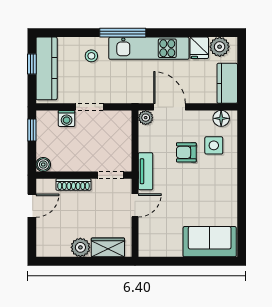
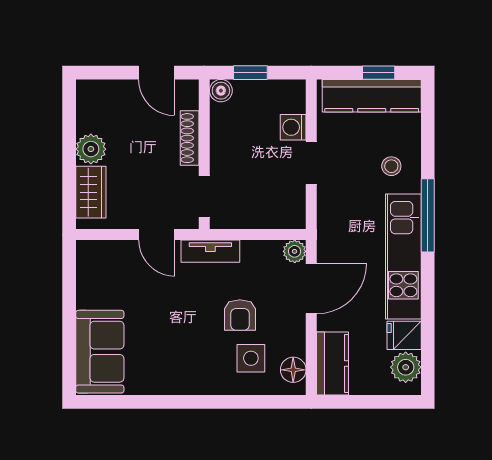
kitchen counter: (227, 83) -> (332, 363), moved, turned 90
window: (32, 130) -> (250, 73), moved
armchair: (186, 152) -> (240, 315), turned 180

